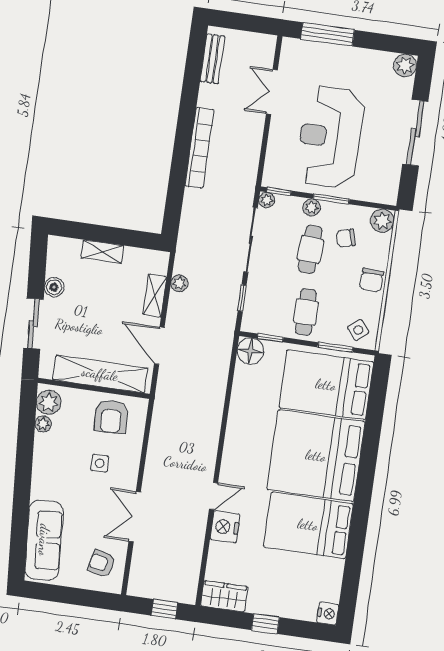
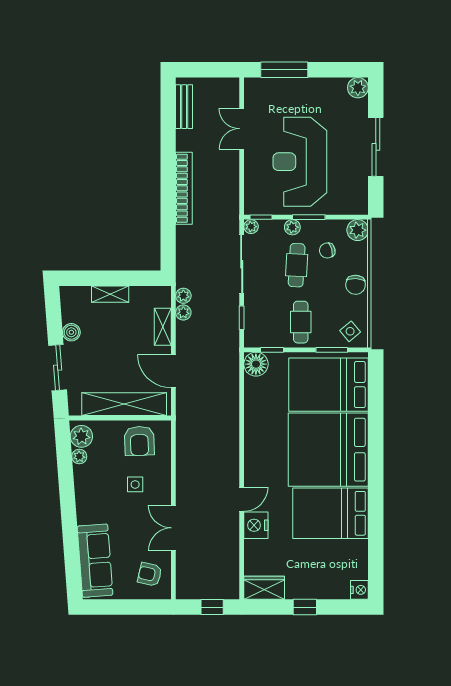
plant: (182, 265) -> (183, 296), added

